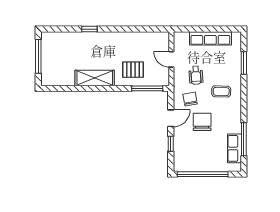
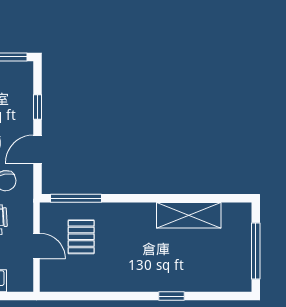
pallet: (133, 70) -> (81, 237), moved, turned 90
shelving: (95, 78) -> (189, 215), moved

